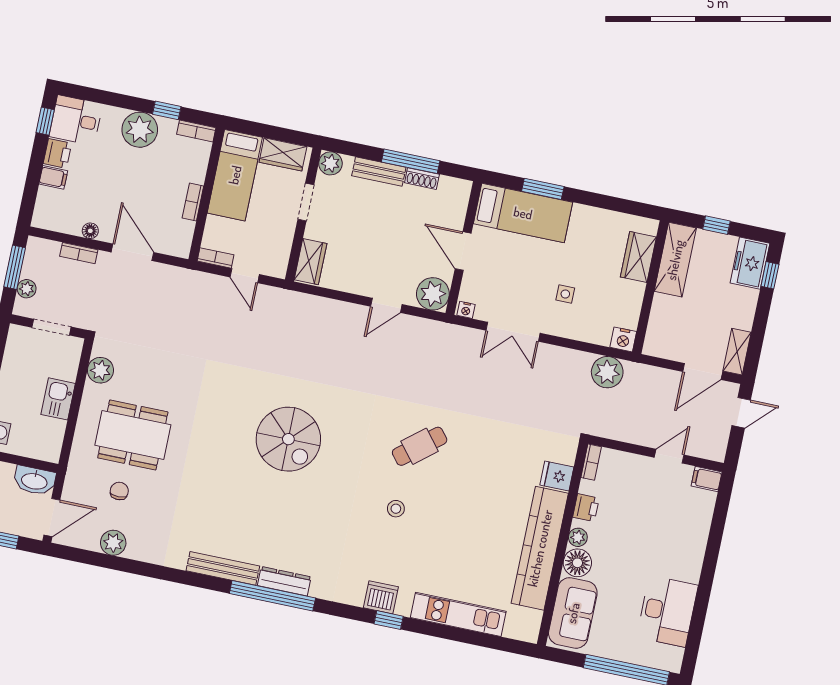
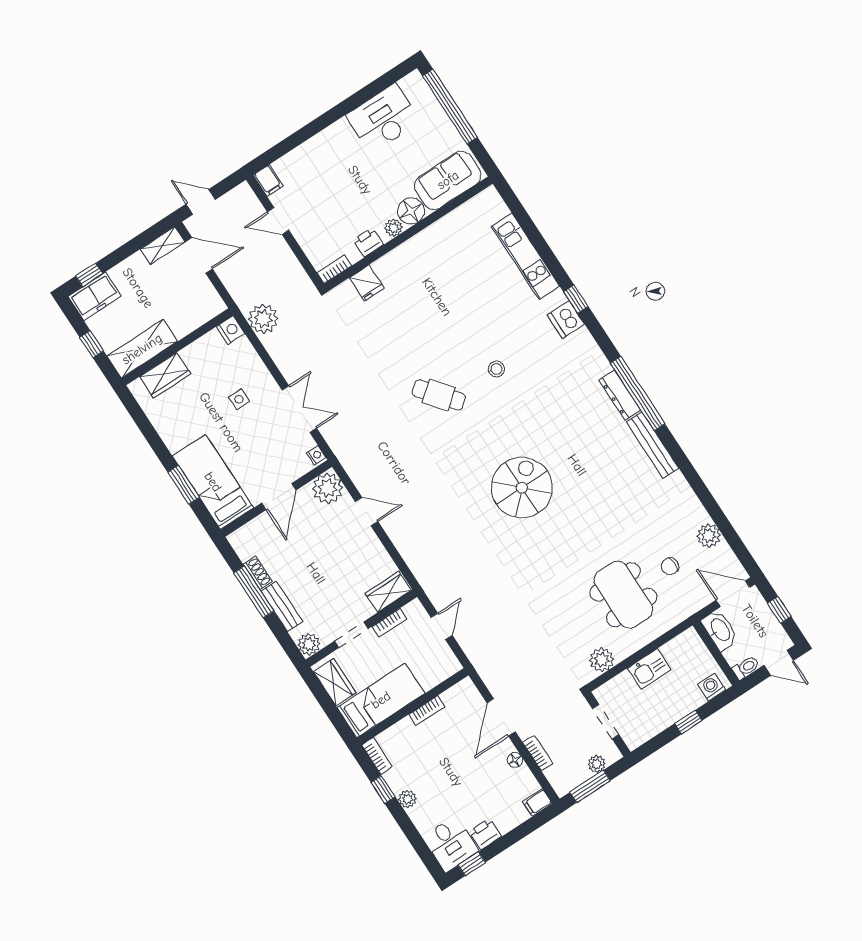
plant: (140, 130) -> (408, 799), width x0.53, depth x0.53
filing cabinet: (53, 177) -> (537, 802), moved, turned -90
bookcase: (216, 258) -> (389, 623), moved, turned -90
kitchen counter: (540, 548) -> (426, 246), removed

